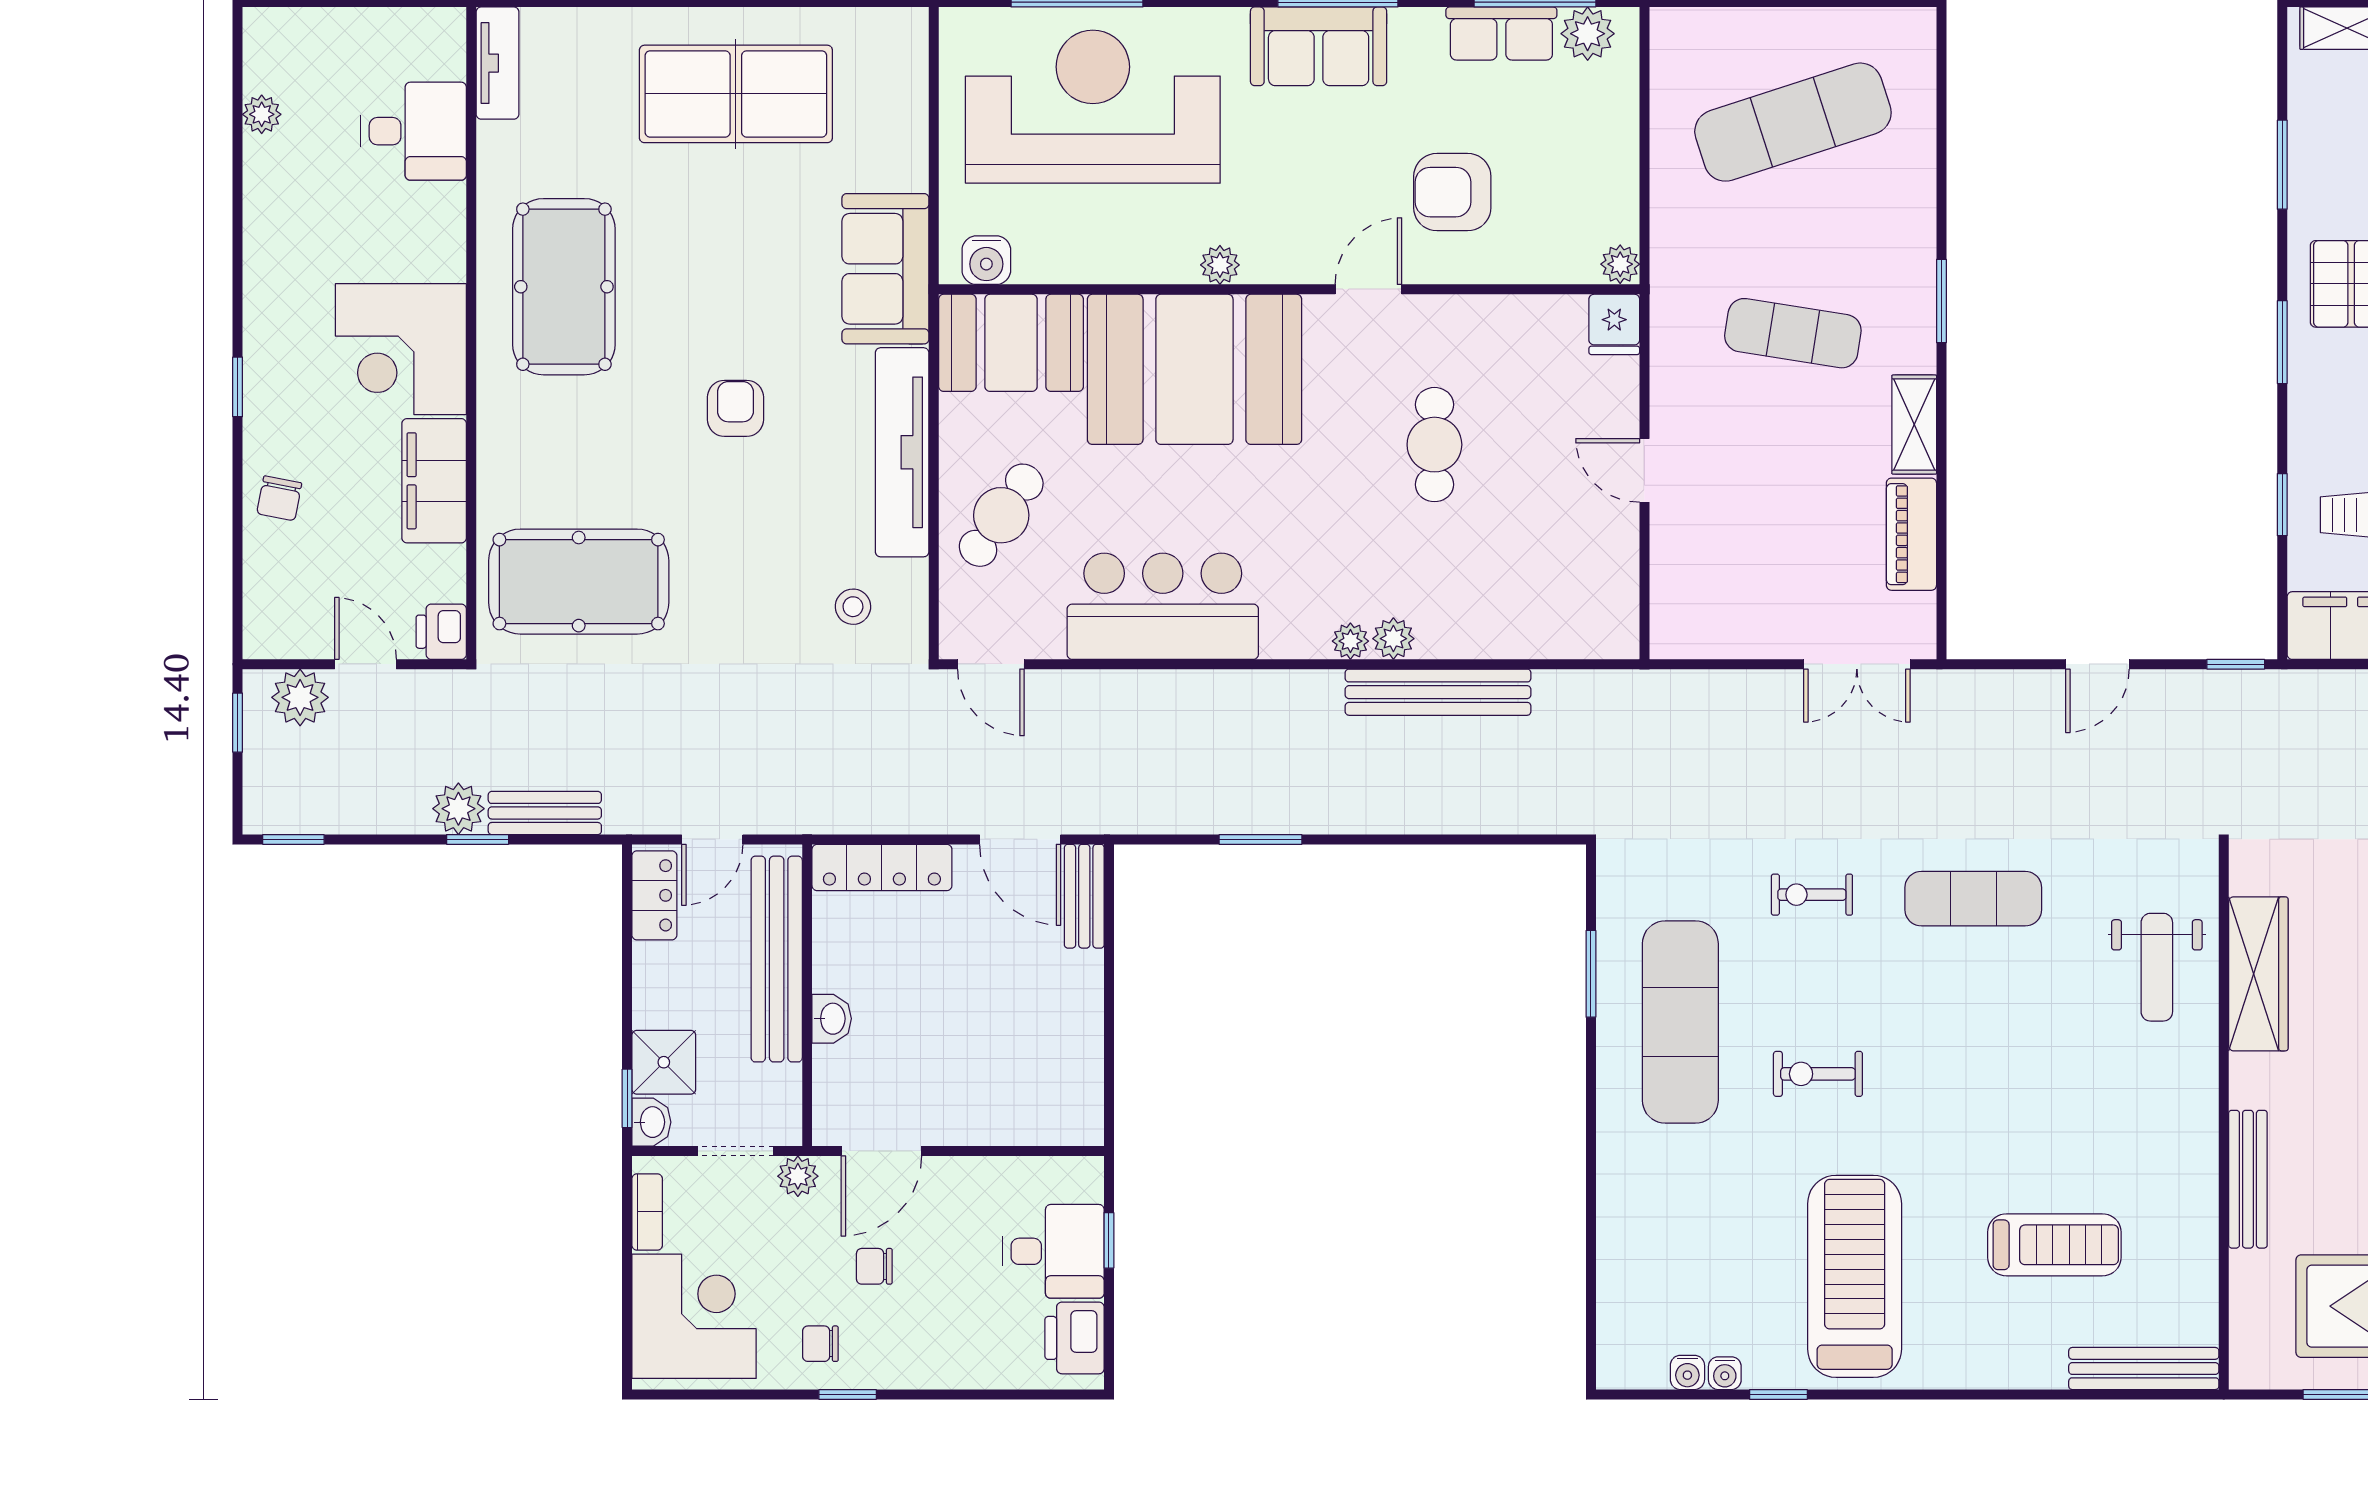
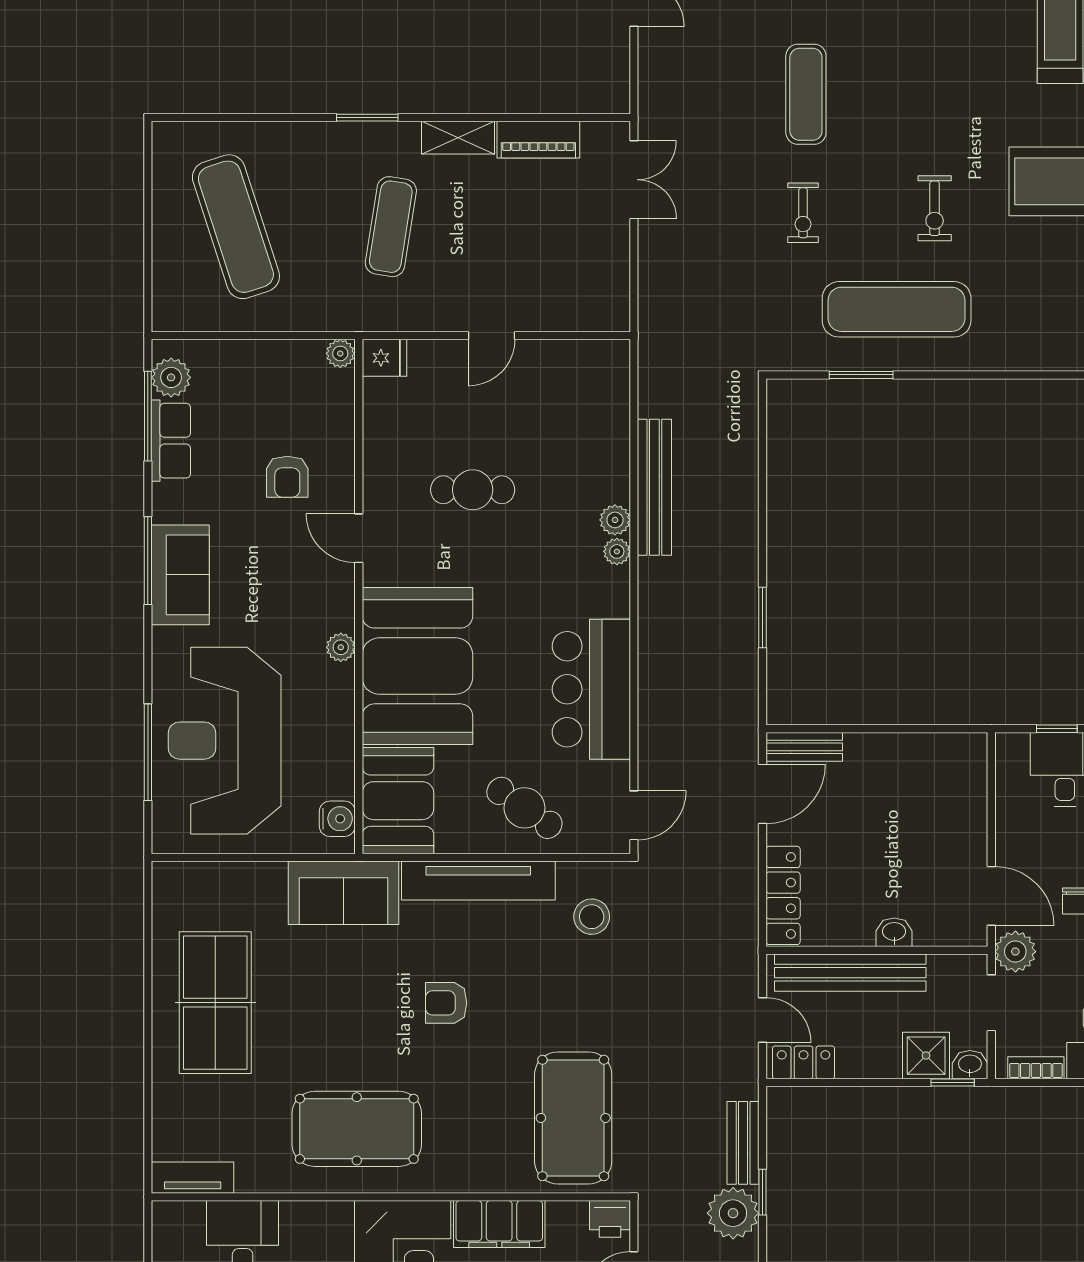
armchair: (1452, 192) -> (287, 477), width x0.72, depth x0.72
stool: (853, 607) -> (592, 917), width x1.37, depth x1.37
plant: (458, 809) -> (733, 1213), width x1.36, depth x1.36
plant: (798, 1176) -> (1015, 952), width x1.38, depth x1.38

